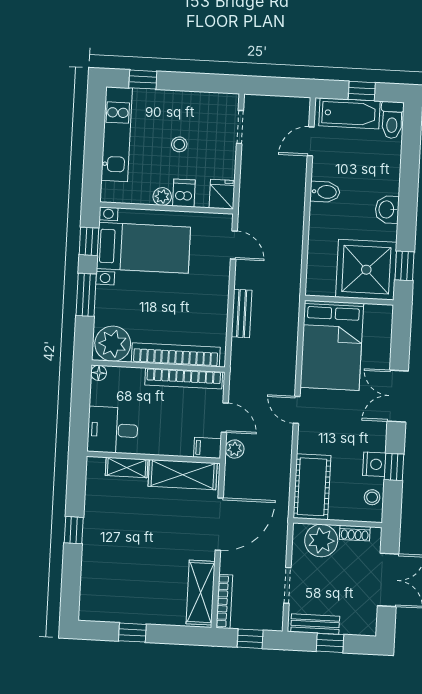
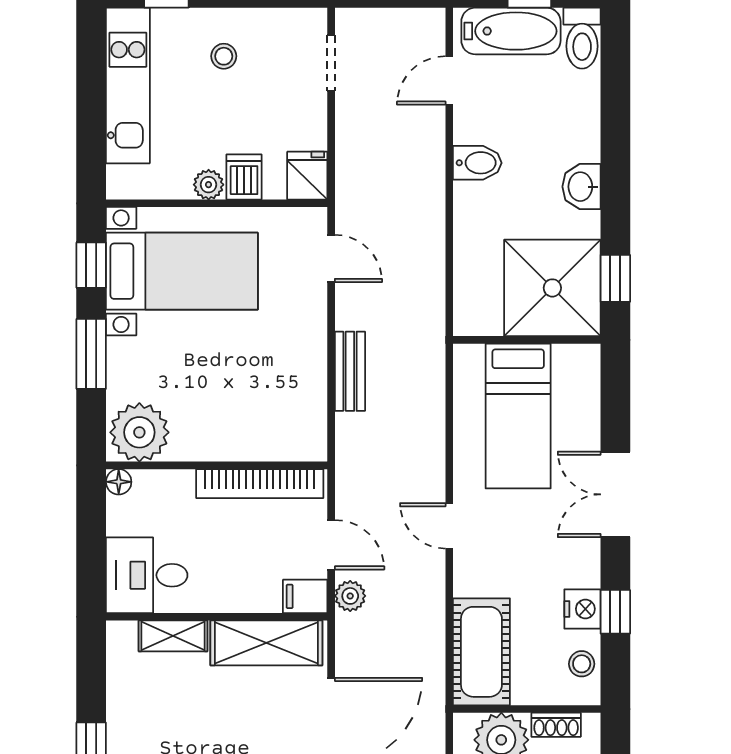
stool: (179, 144) -> (224, 56), moved
bed: (332, 345) -> (518, 416), width x0.67
bookcase: (176, 355) -> (244, 445), removed

